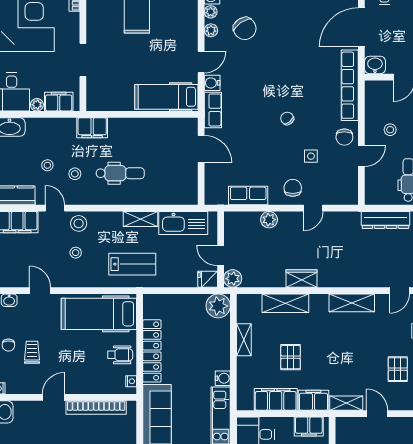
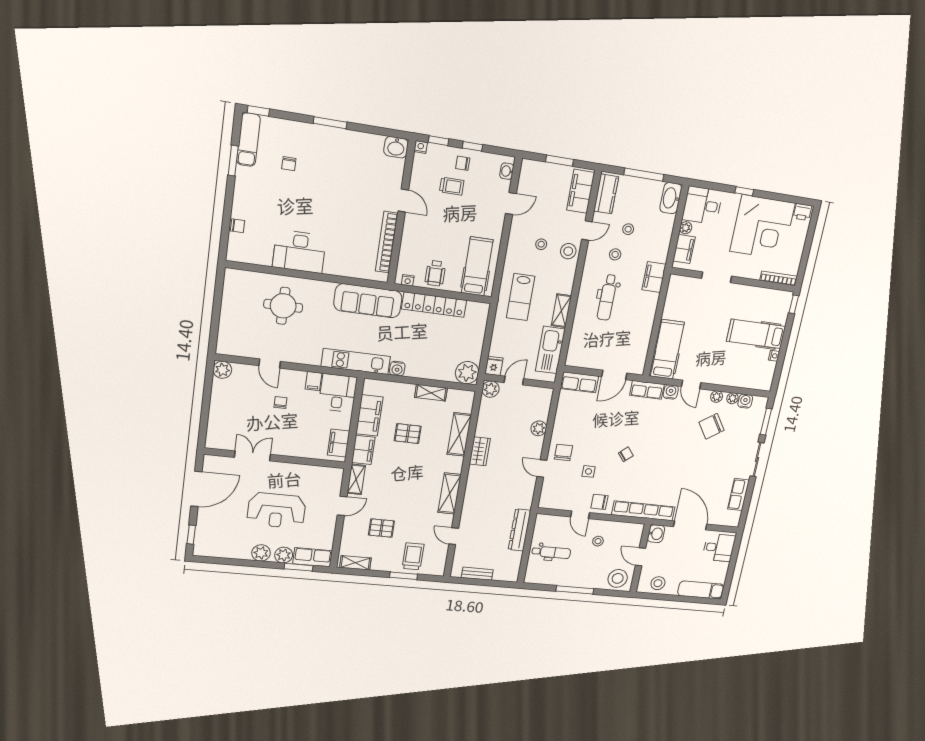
chair: (293, 188) -> (563, 452), turned -90
row of seats: (248, 196) -> (579, 382), moved, turned 90
hospital bed: (99, 314) -> (477, 266), width x0.73, depth x0.78

